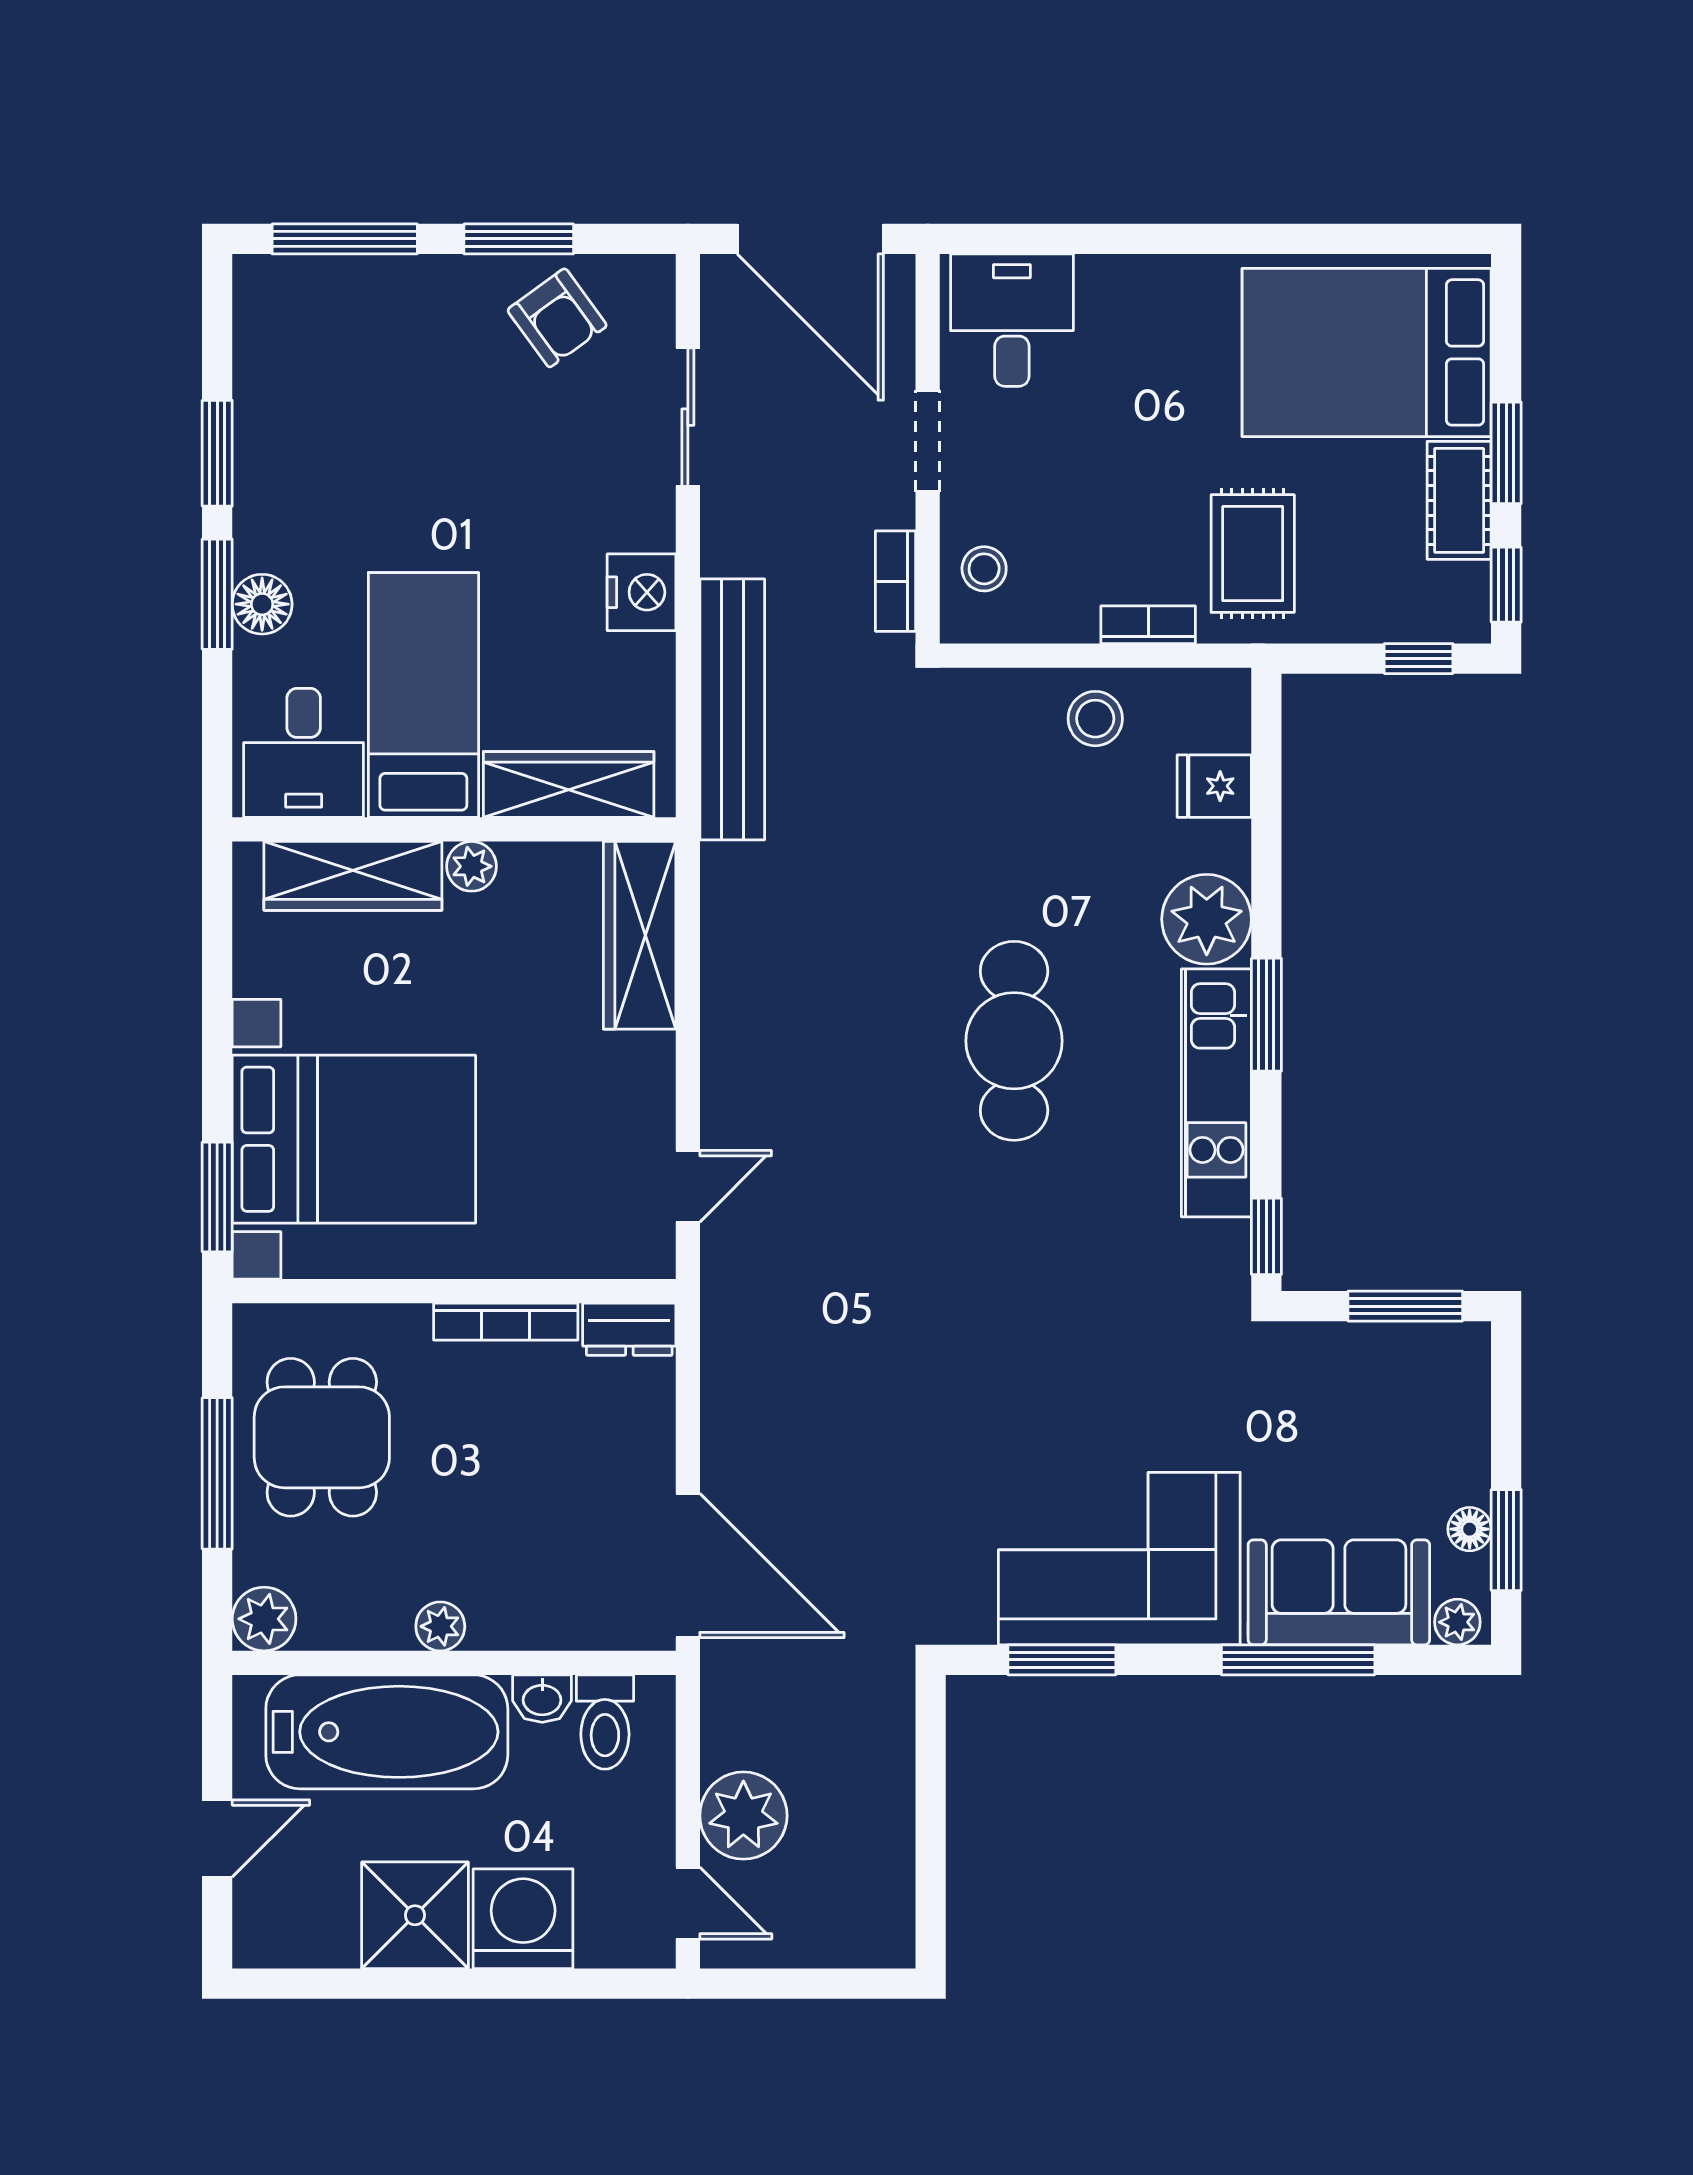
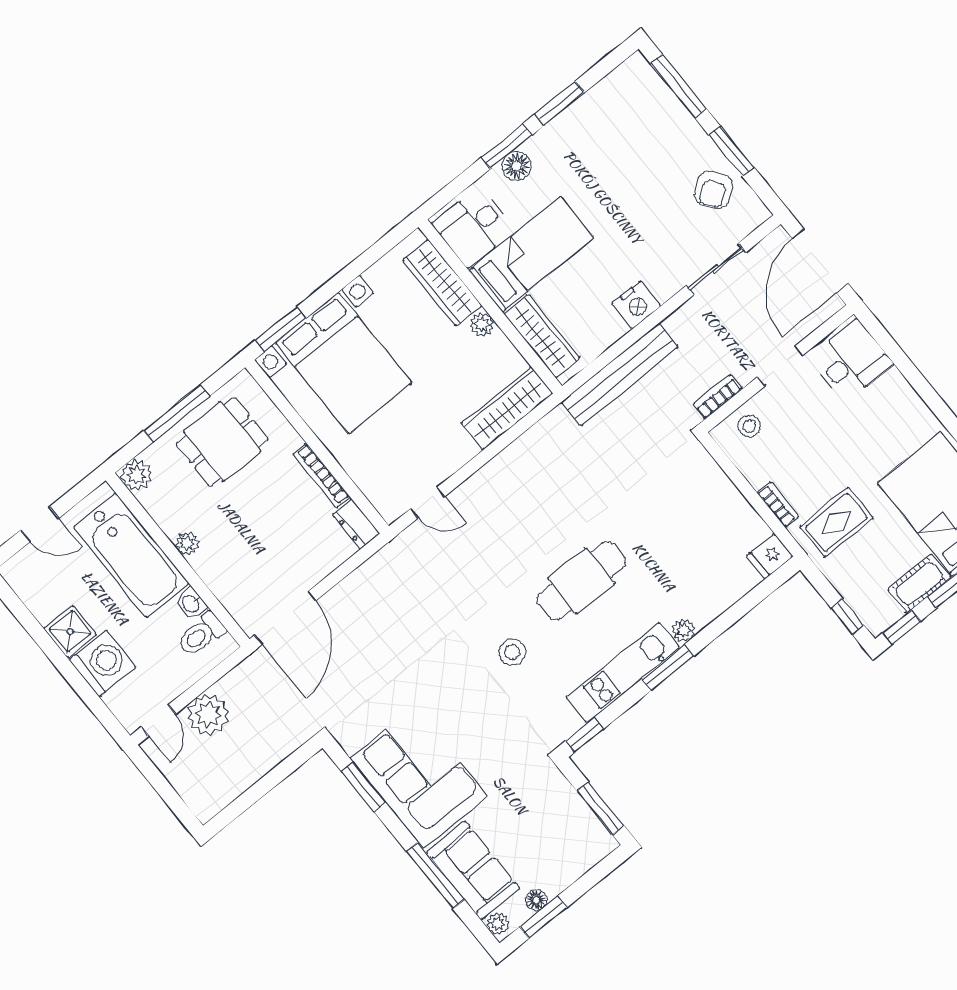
stool: (1095, 719) -> (512, 652), moved
fridge: (1214, 786) -> (770, 556), moved, turned -90
plant: (1207, 919) -> (684, 630), width x0.53, depth x0.53
shower: (415, 1915) -> (70, 631), width x0.73, depth x0.73

